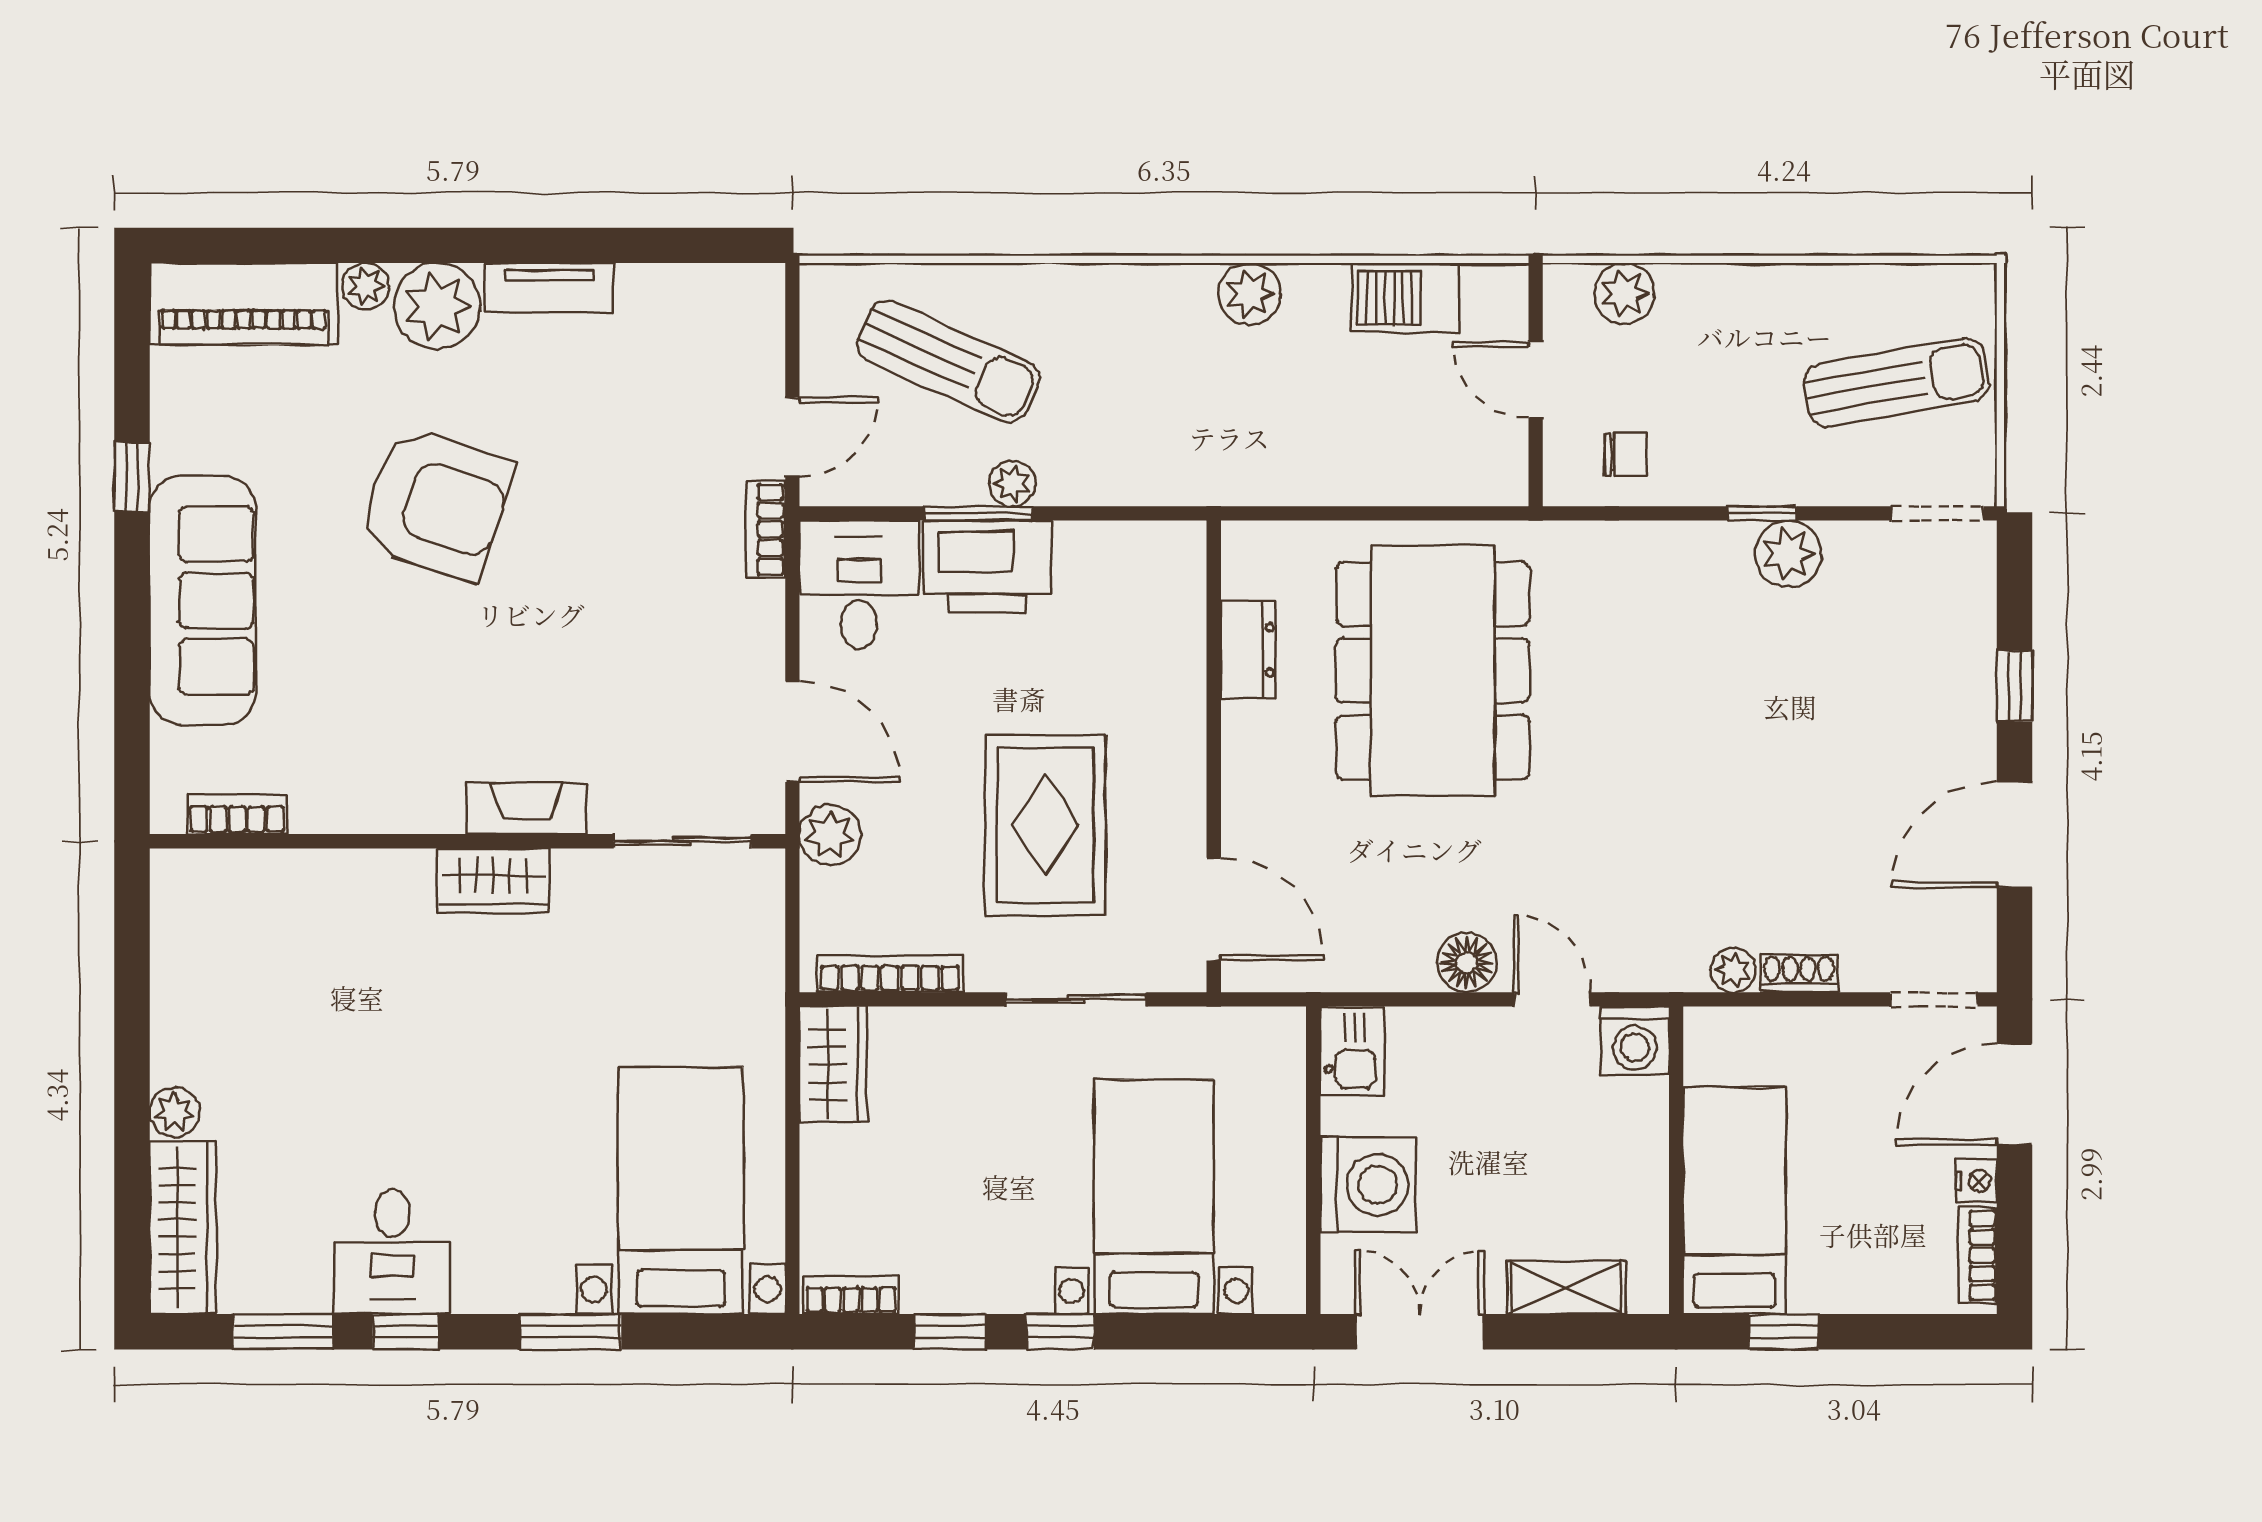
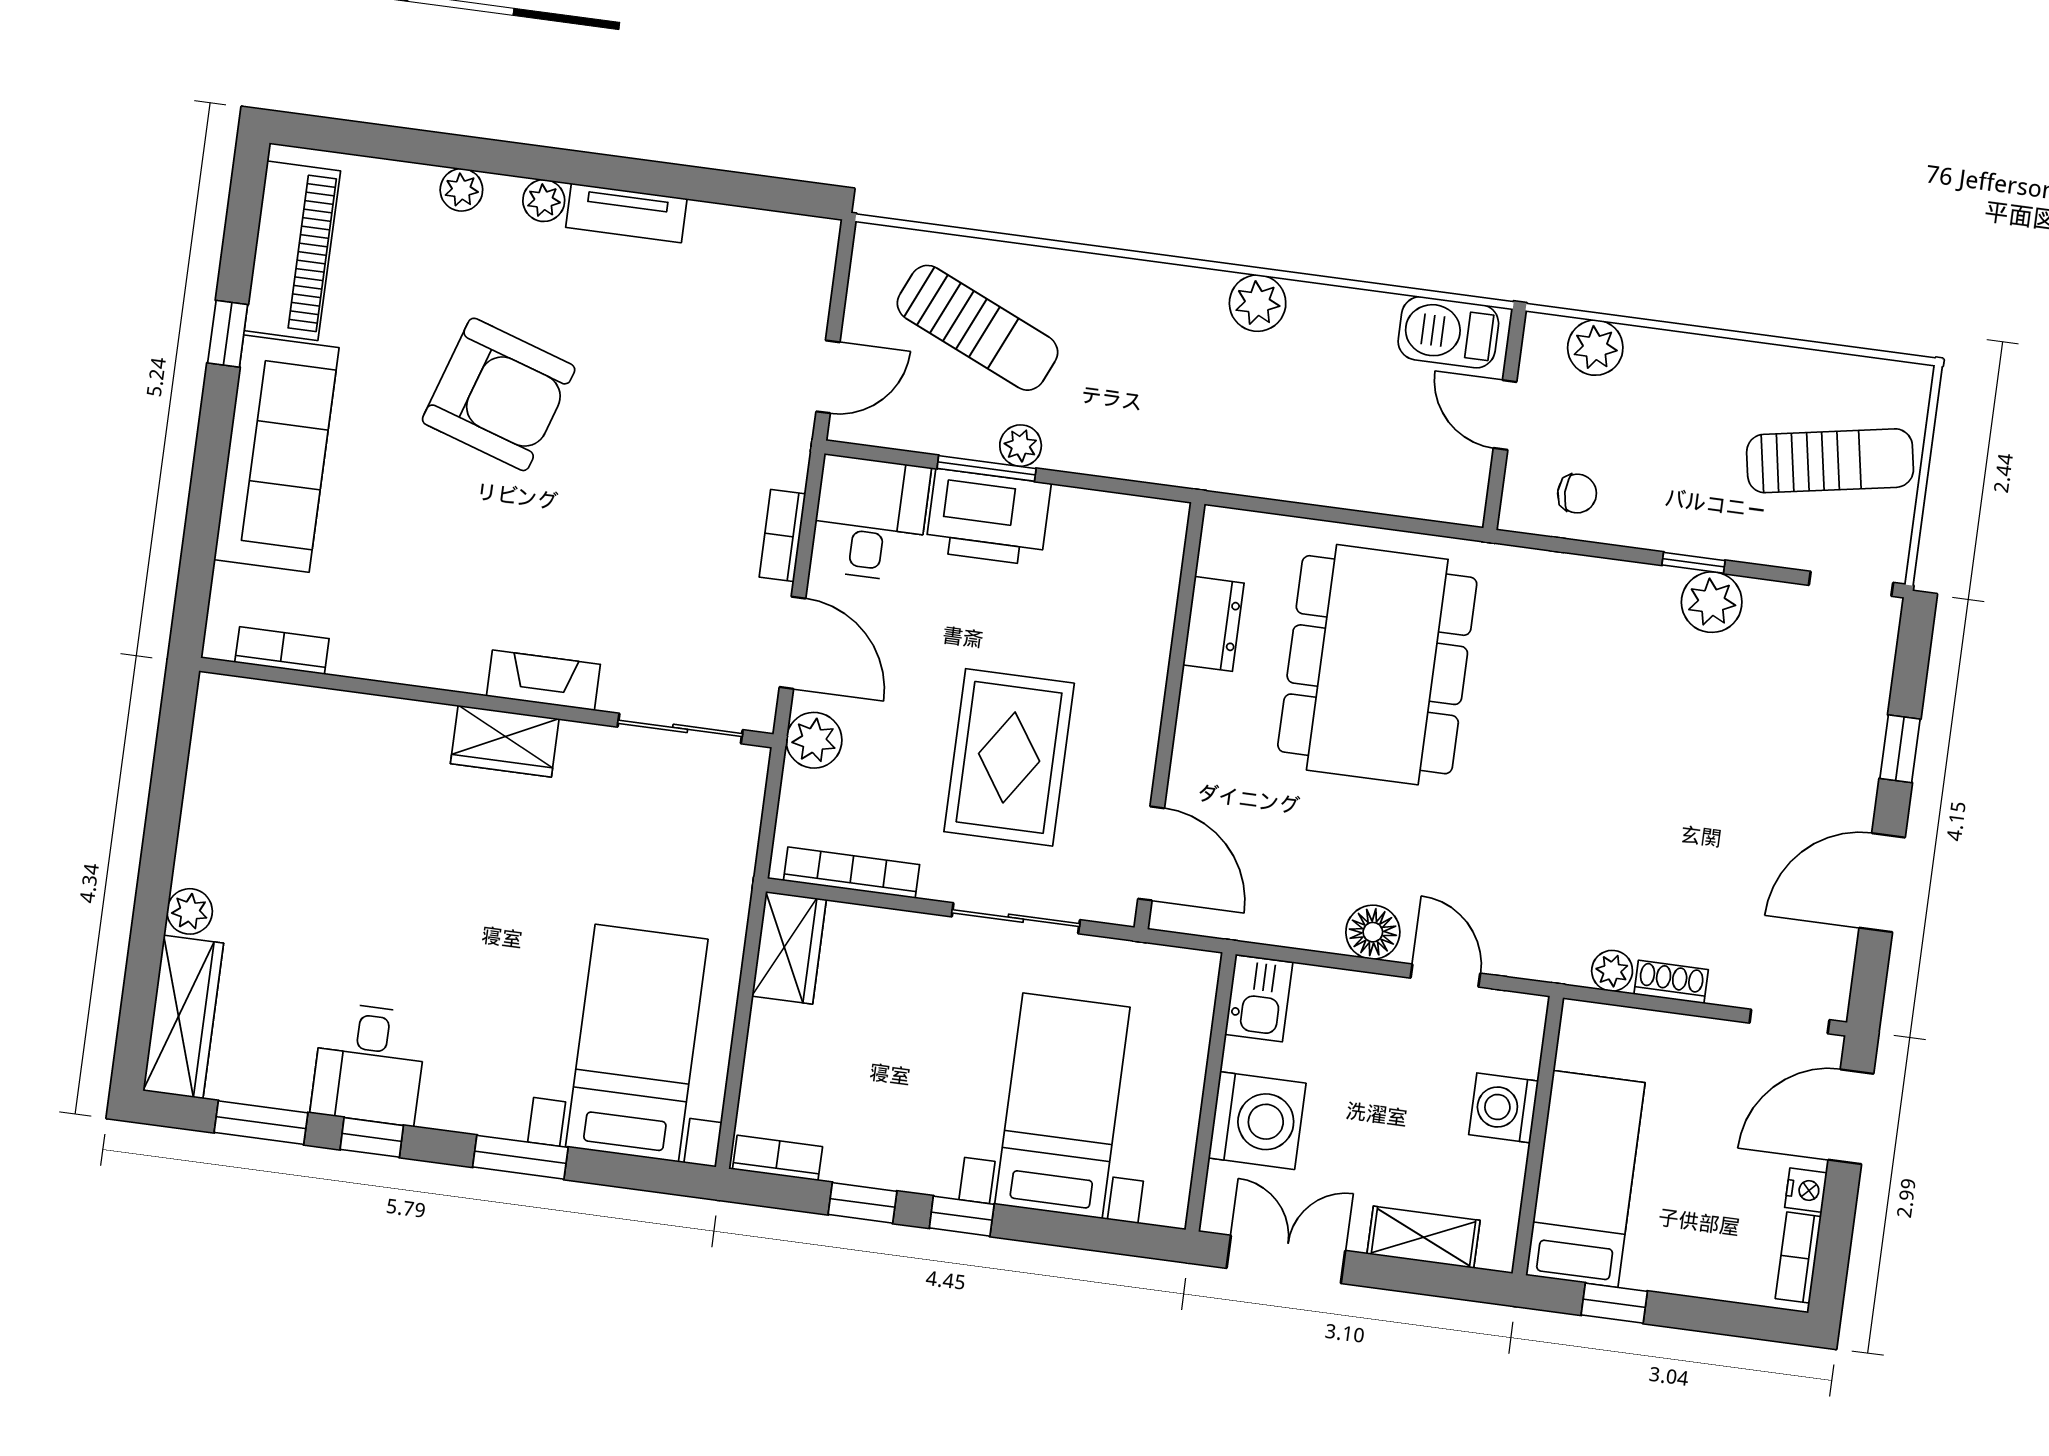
barbecue: (1405, 298) -> (1448, 332), moved
piano: (244, 304) -> (292, 251), moved, turned -90
plant: (437, 306) -> (544, 201), width x0.53, depth x0.53
bookcase: (766, 529) -> (782, 536), moved
washing machine: (1635, 1041) -> (1504, 1108), moved, turned 90

